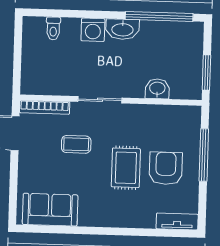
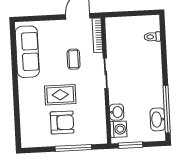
washbasin: (122, 29) -> (158, 119), moved
washing machine: (93, 30) -> (119, 129), moved, turned 180
sofa: (50, 210) -> (27, 52), width x1.36
tv unit: (177, 221) -> (26, 133), removed

